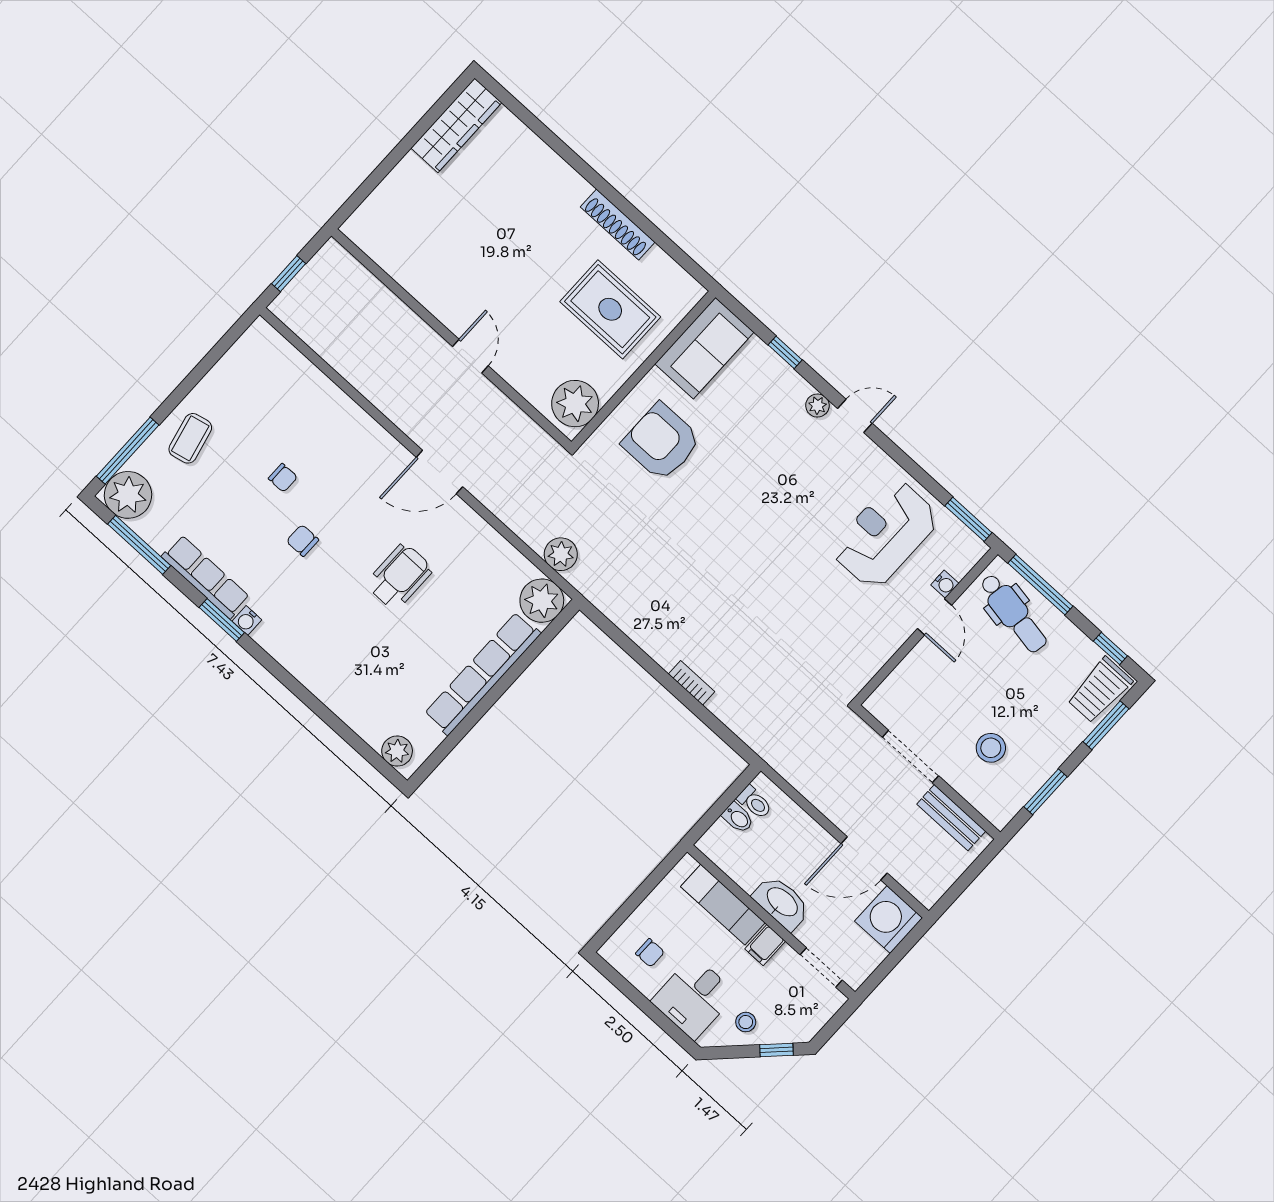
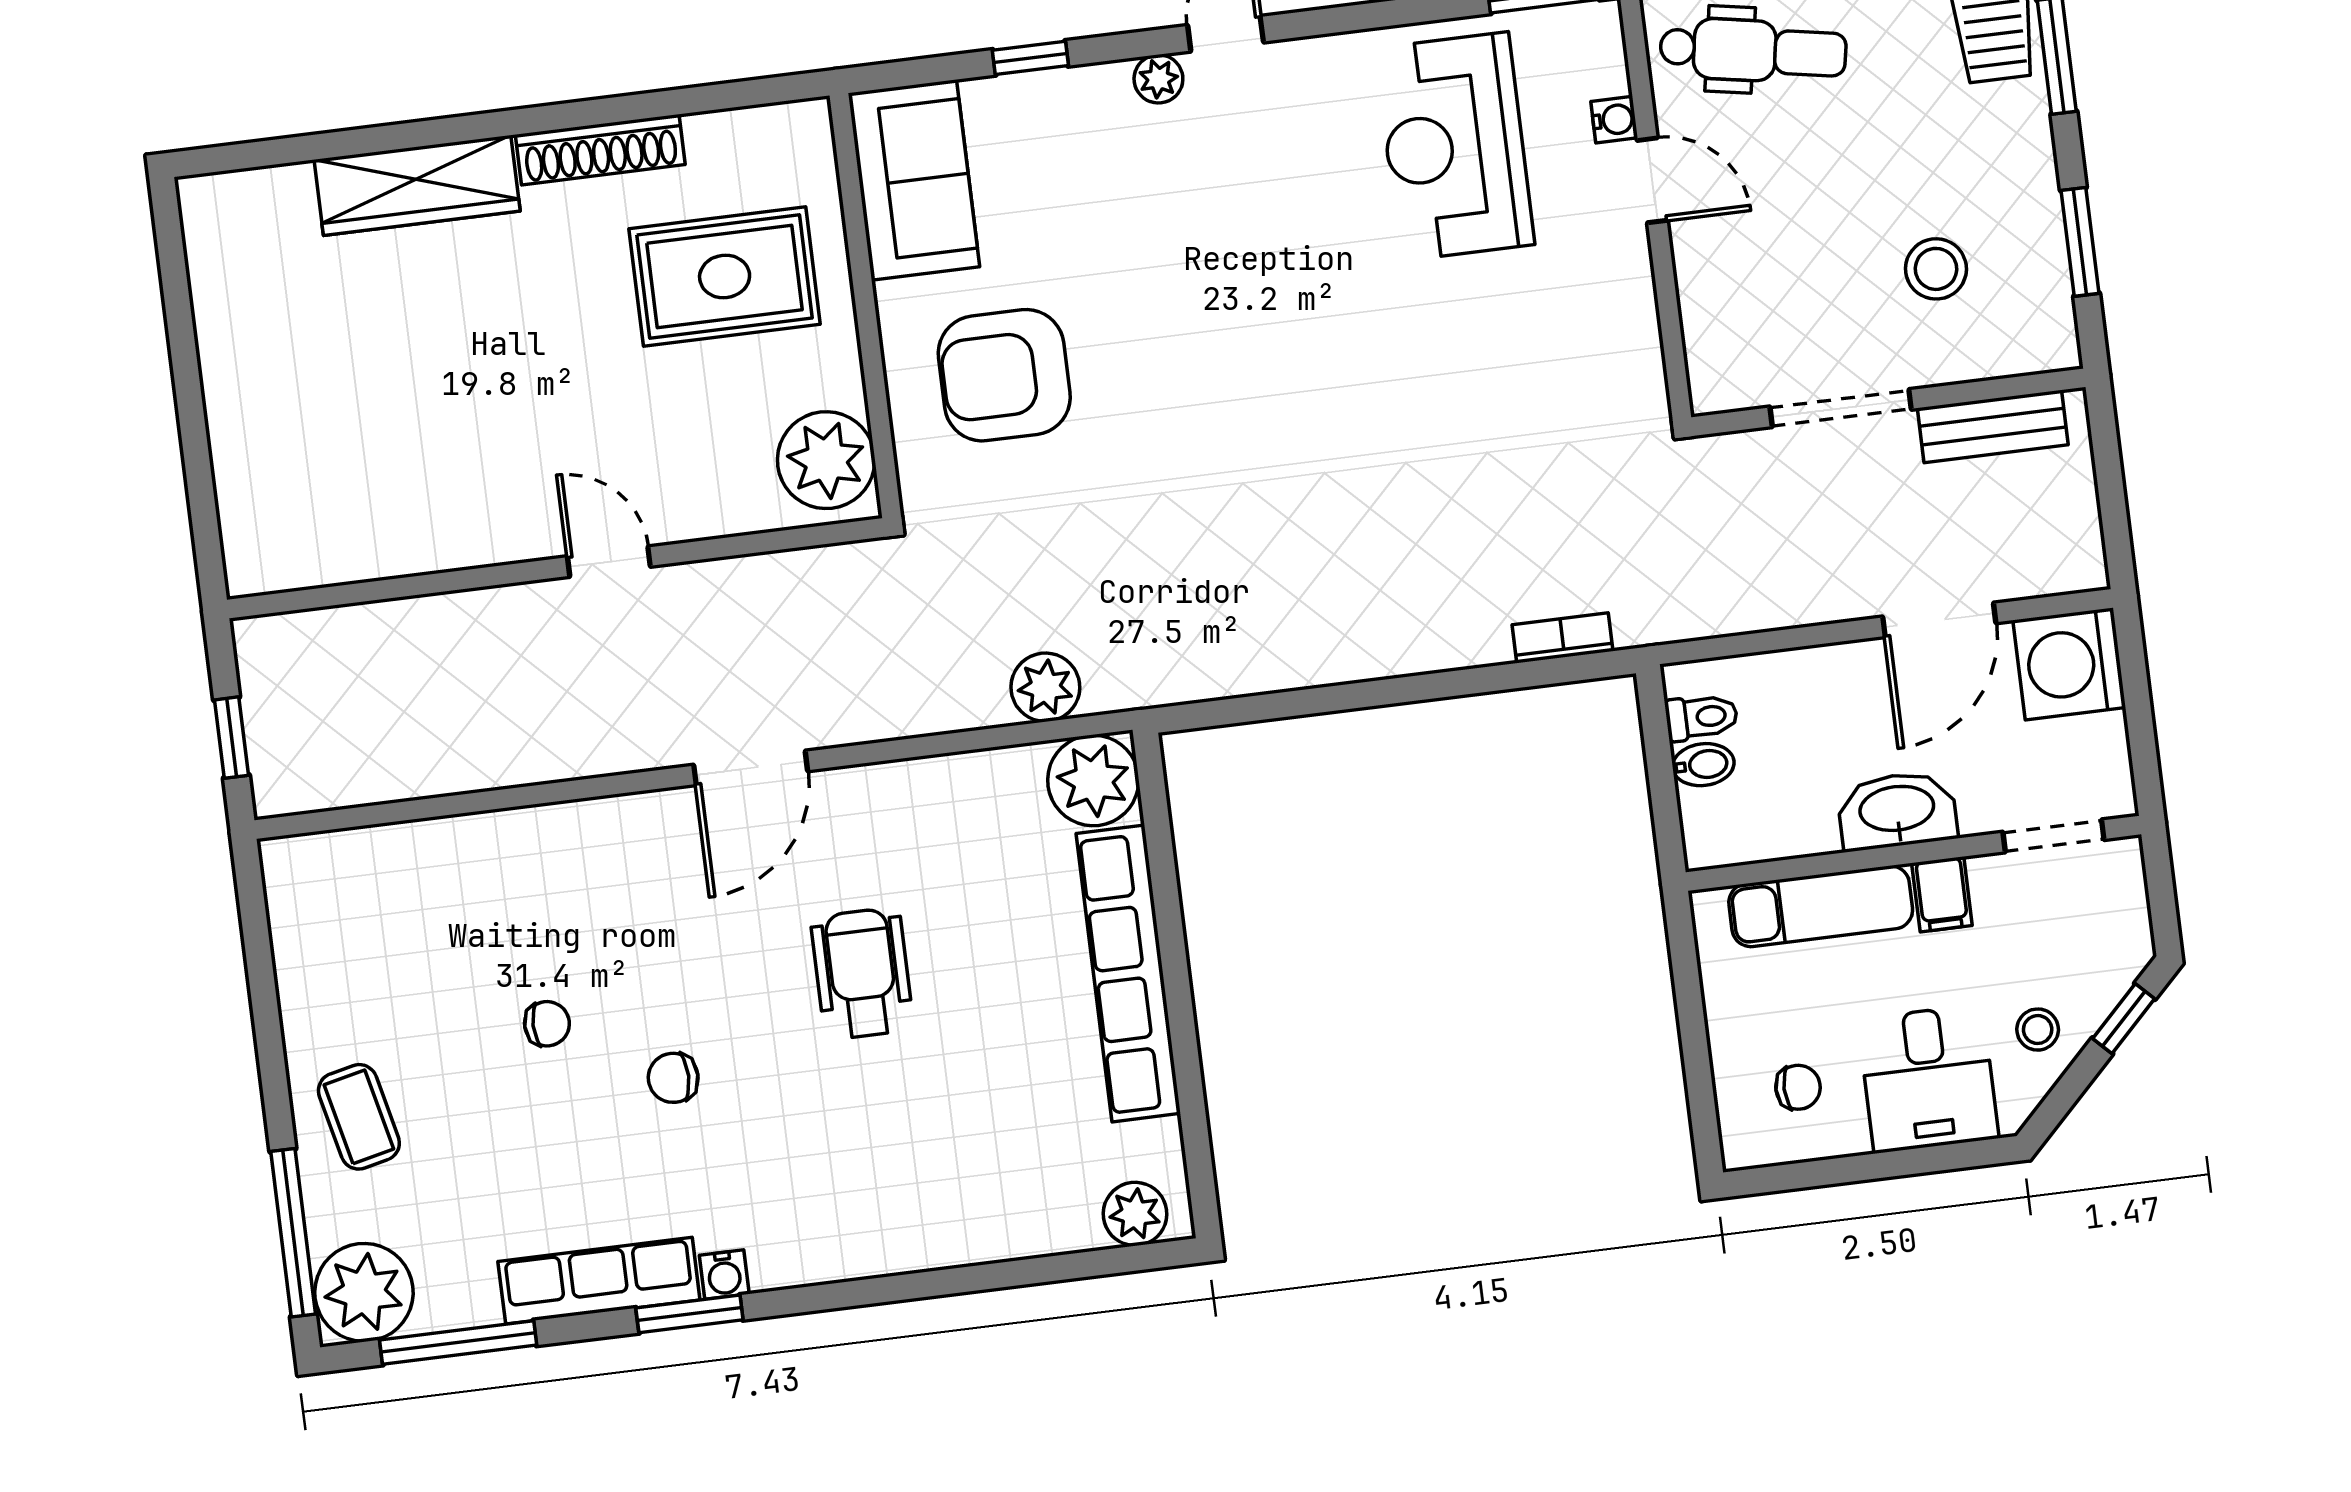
wardrobe: (456, 125) -> (417, 185), moved, turned 90
bookcase: (692, 683) -> (1562, 638), moved

